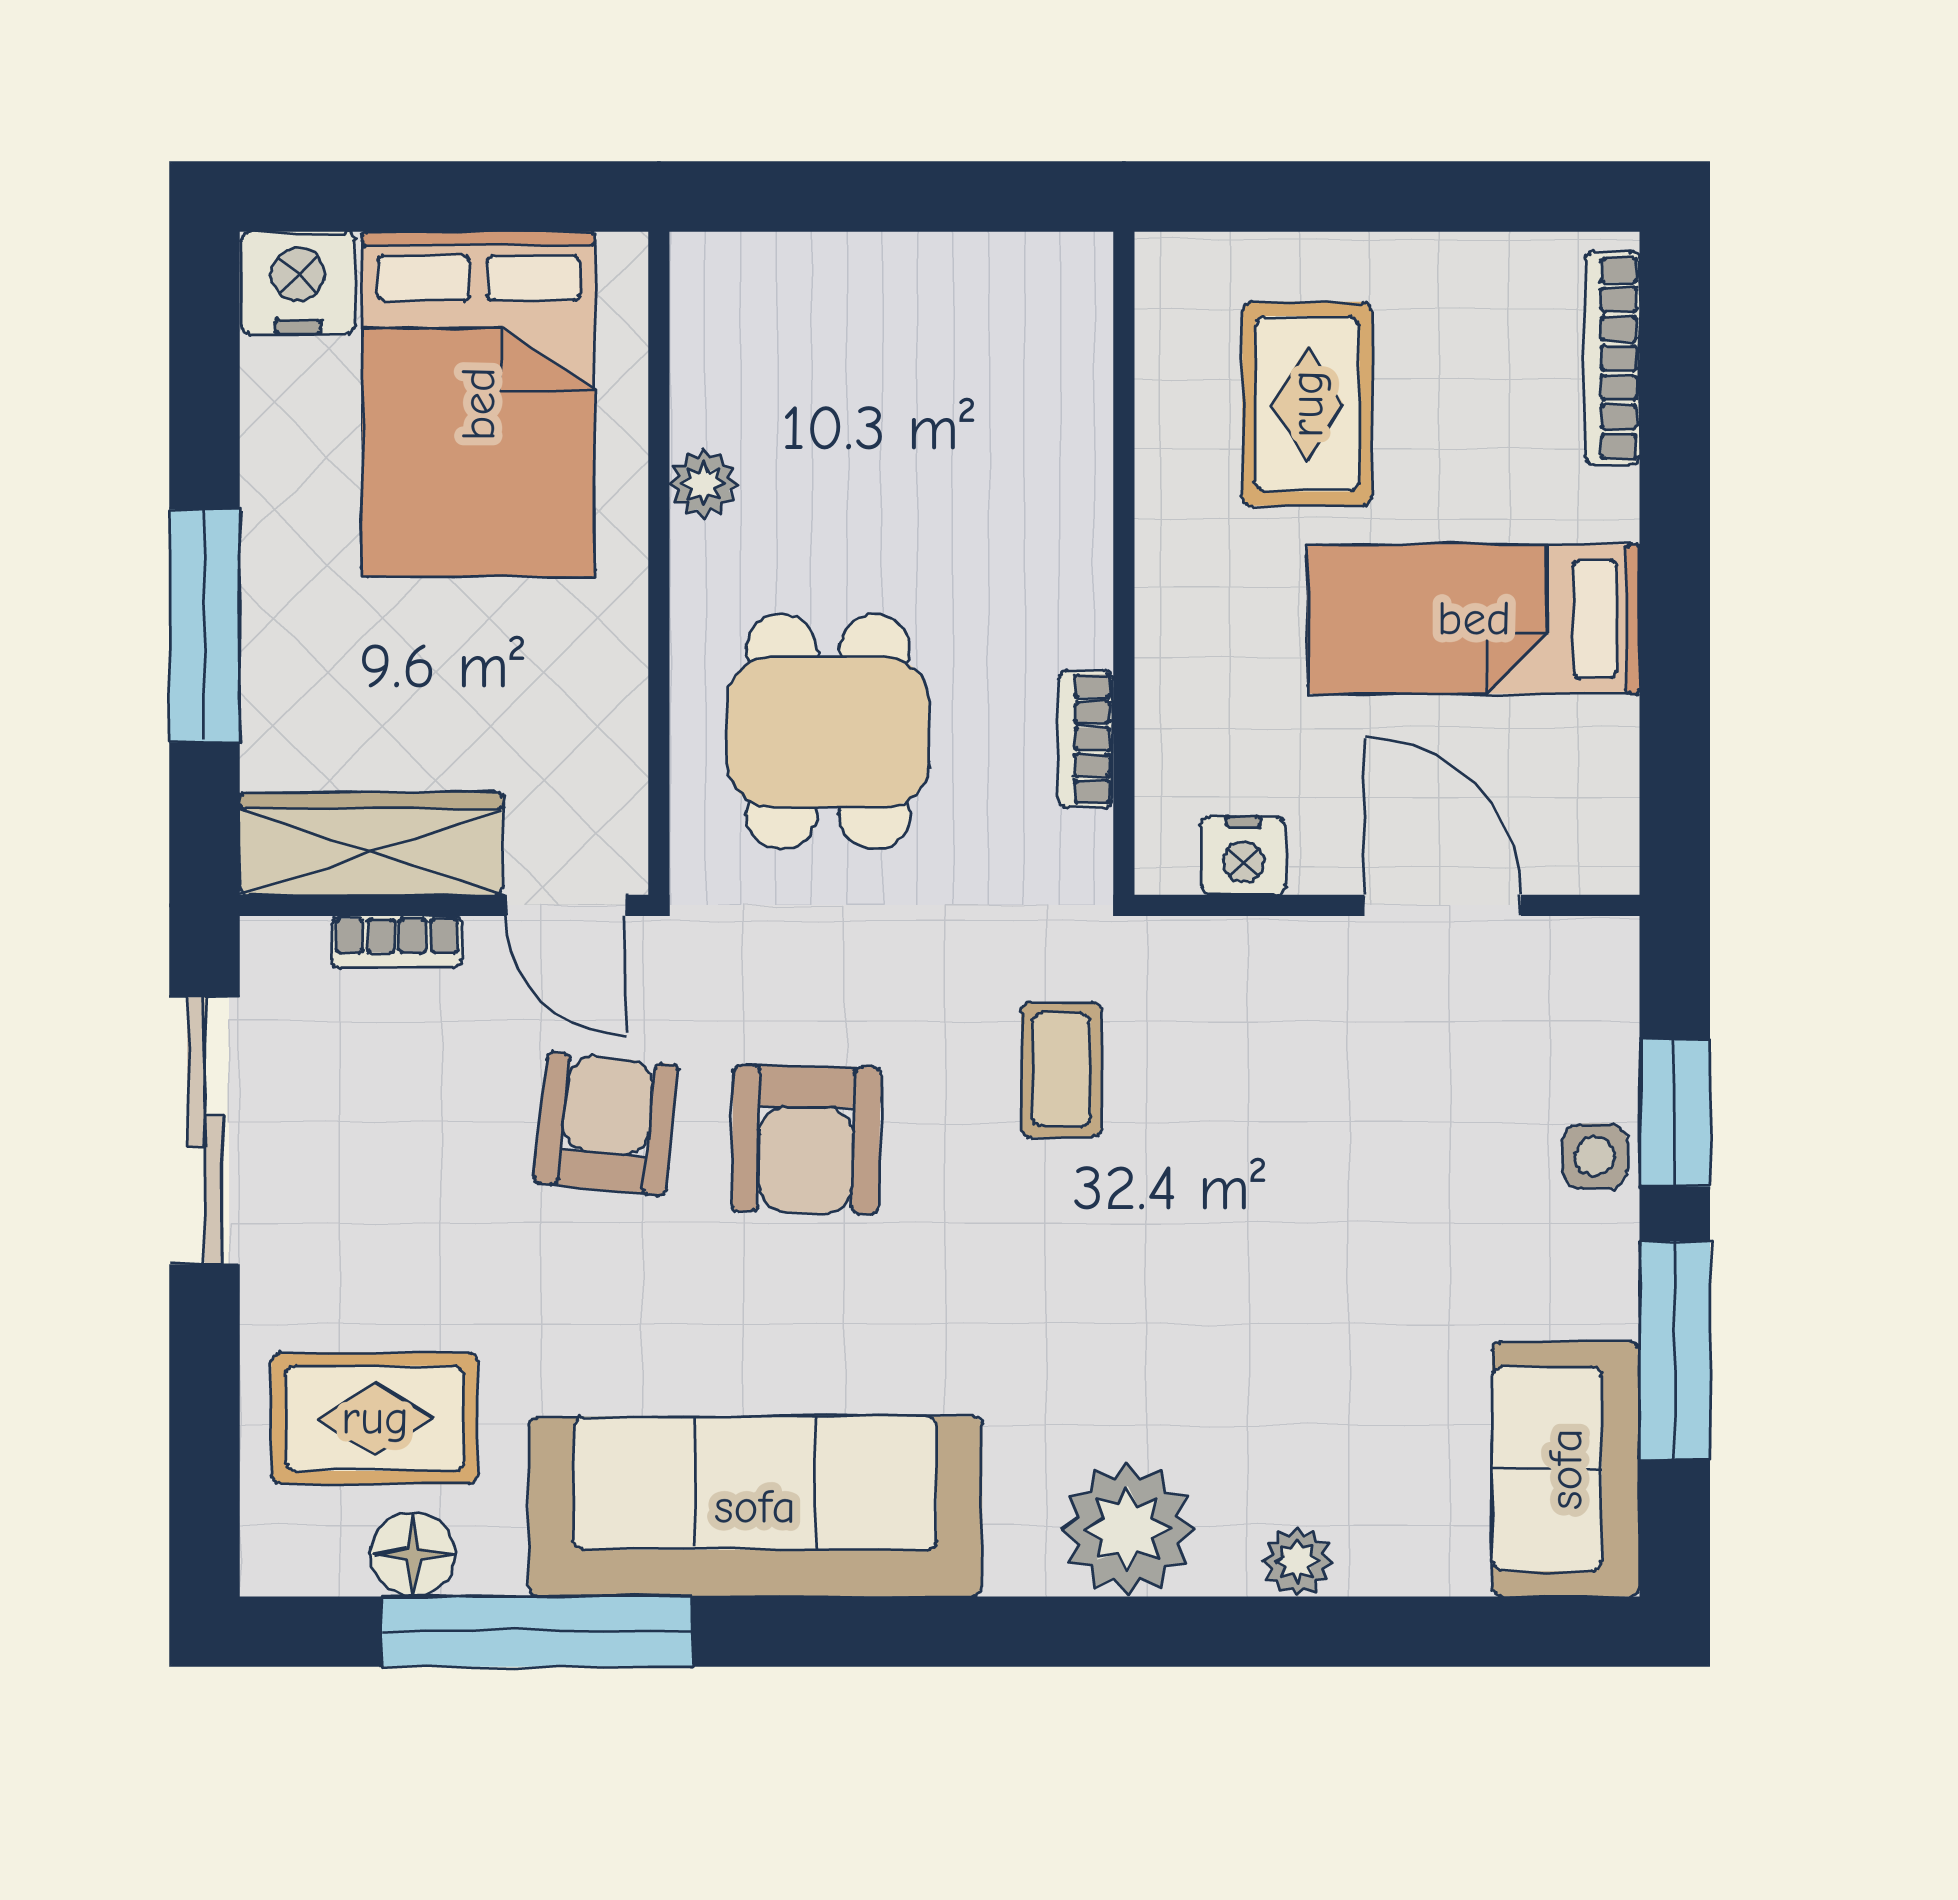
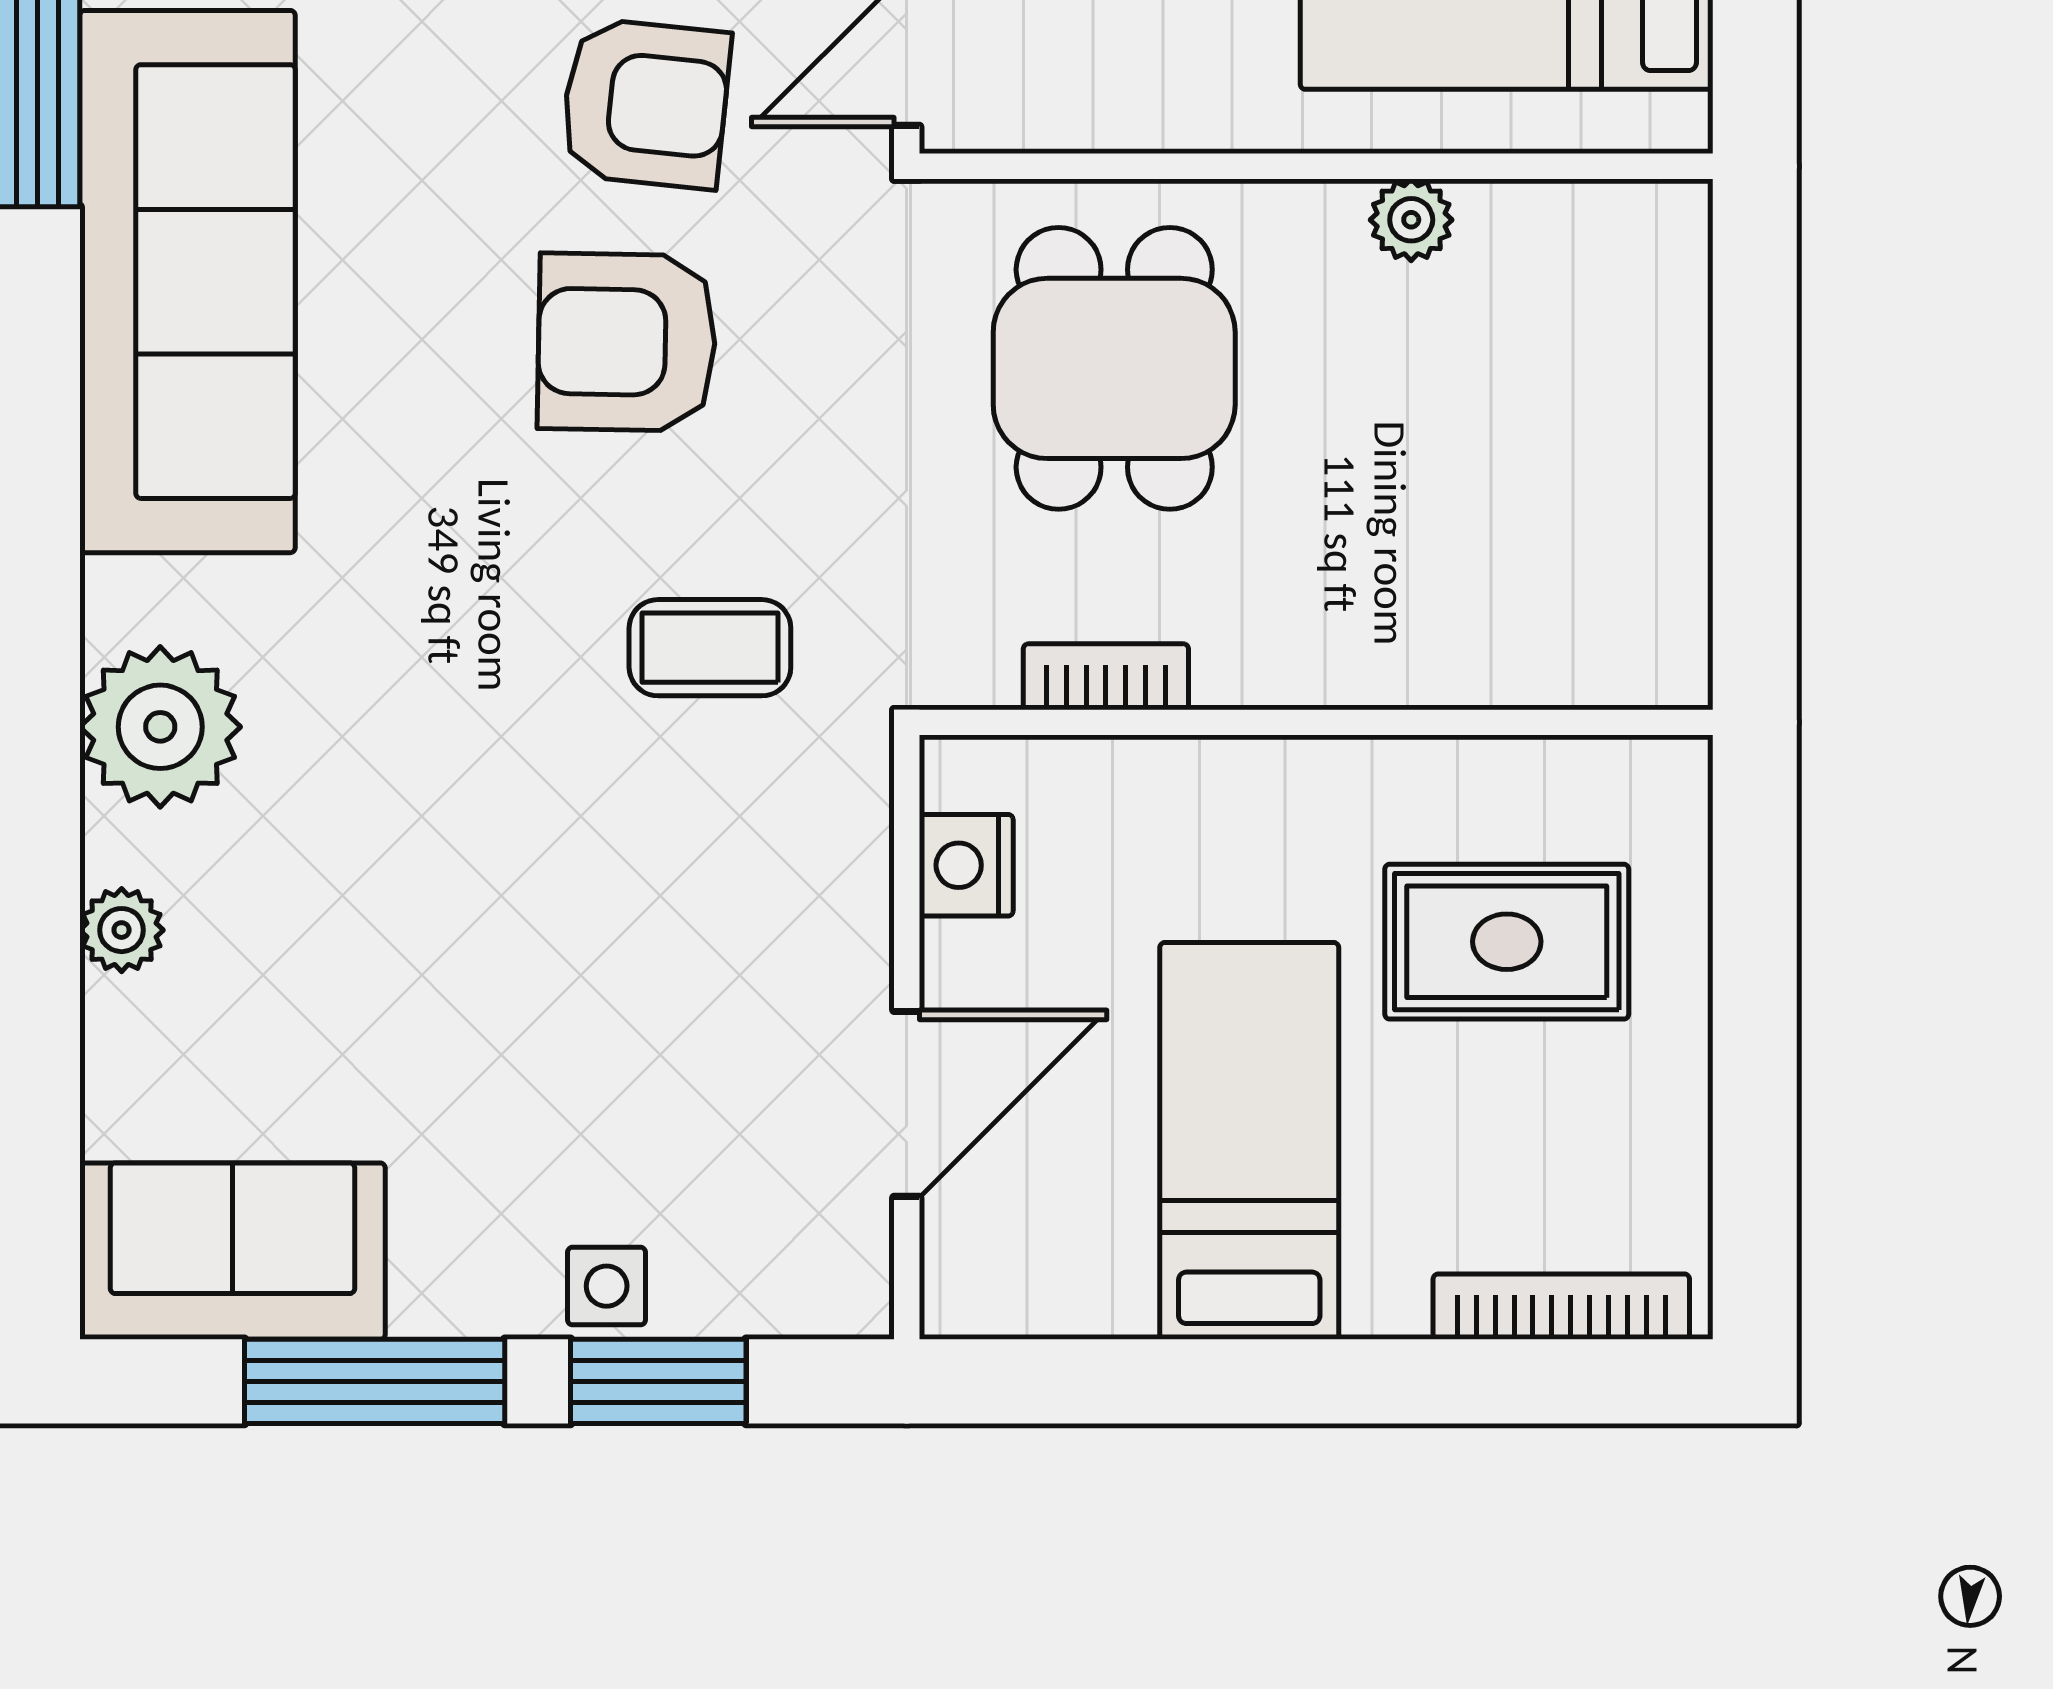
dining table: (828, 732) -> (1114, 368), turned 90

